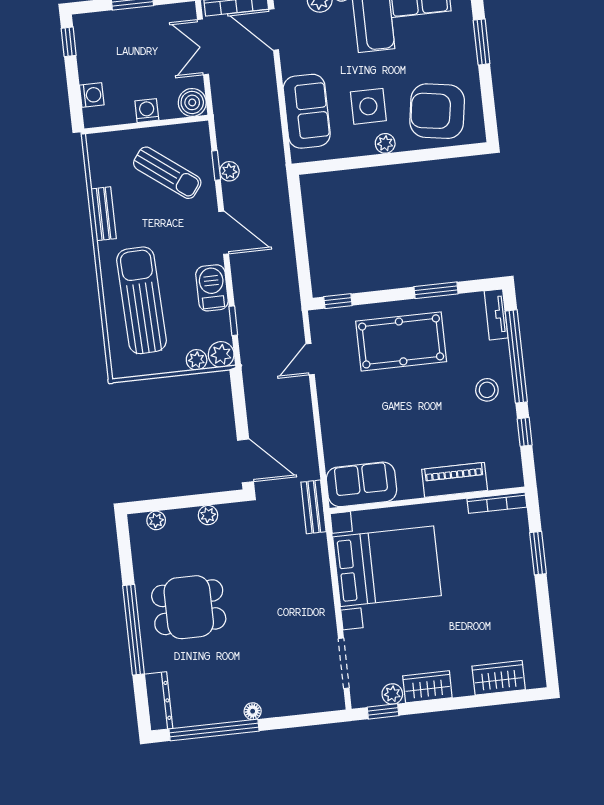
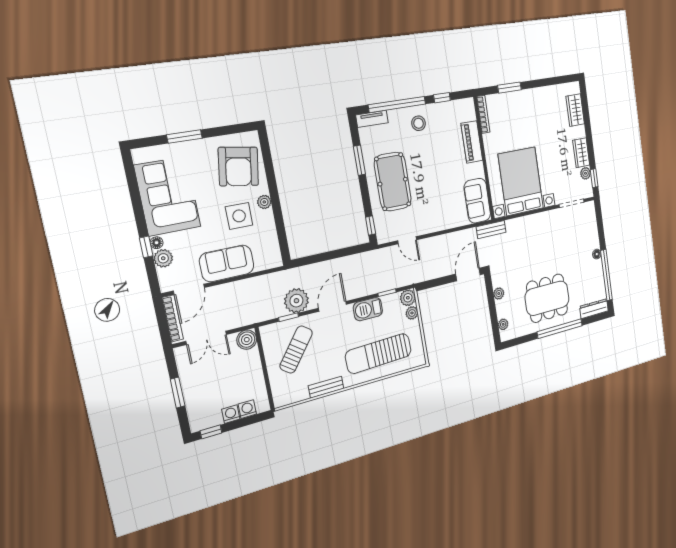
washing machine: (147, 111) -> (231, 414), moved, turned 90
sofa: (307, 111) -> (227, 263), moved
plant: (229, 171) -> (296, 301), width x1.88, depth x1.88
dining table: (189, 607) -> (547, 298), width x1.38

